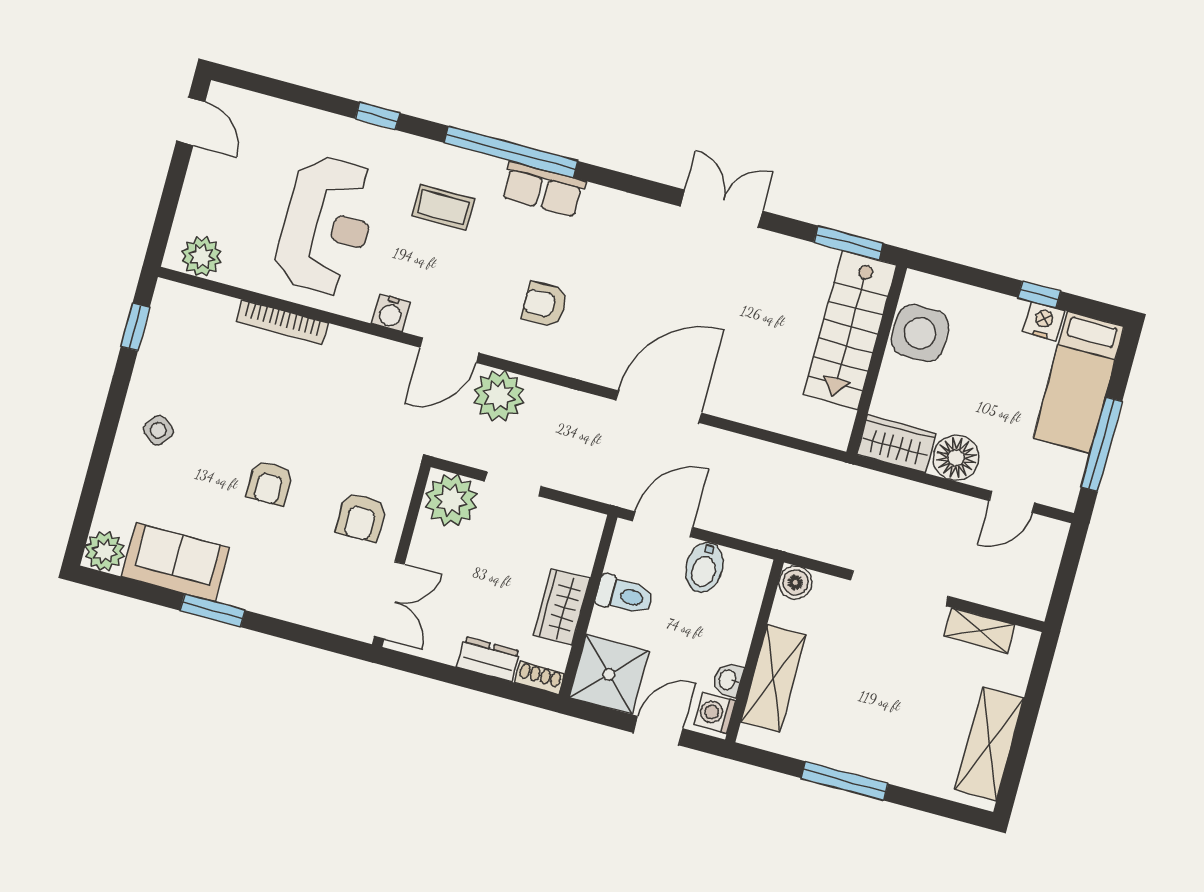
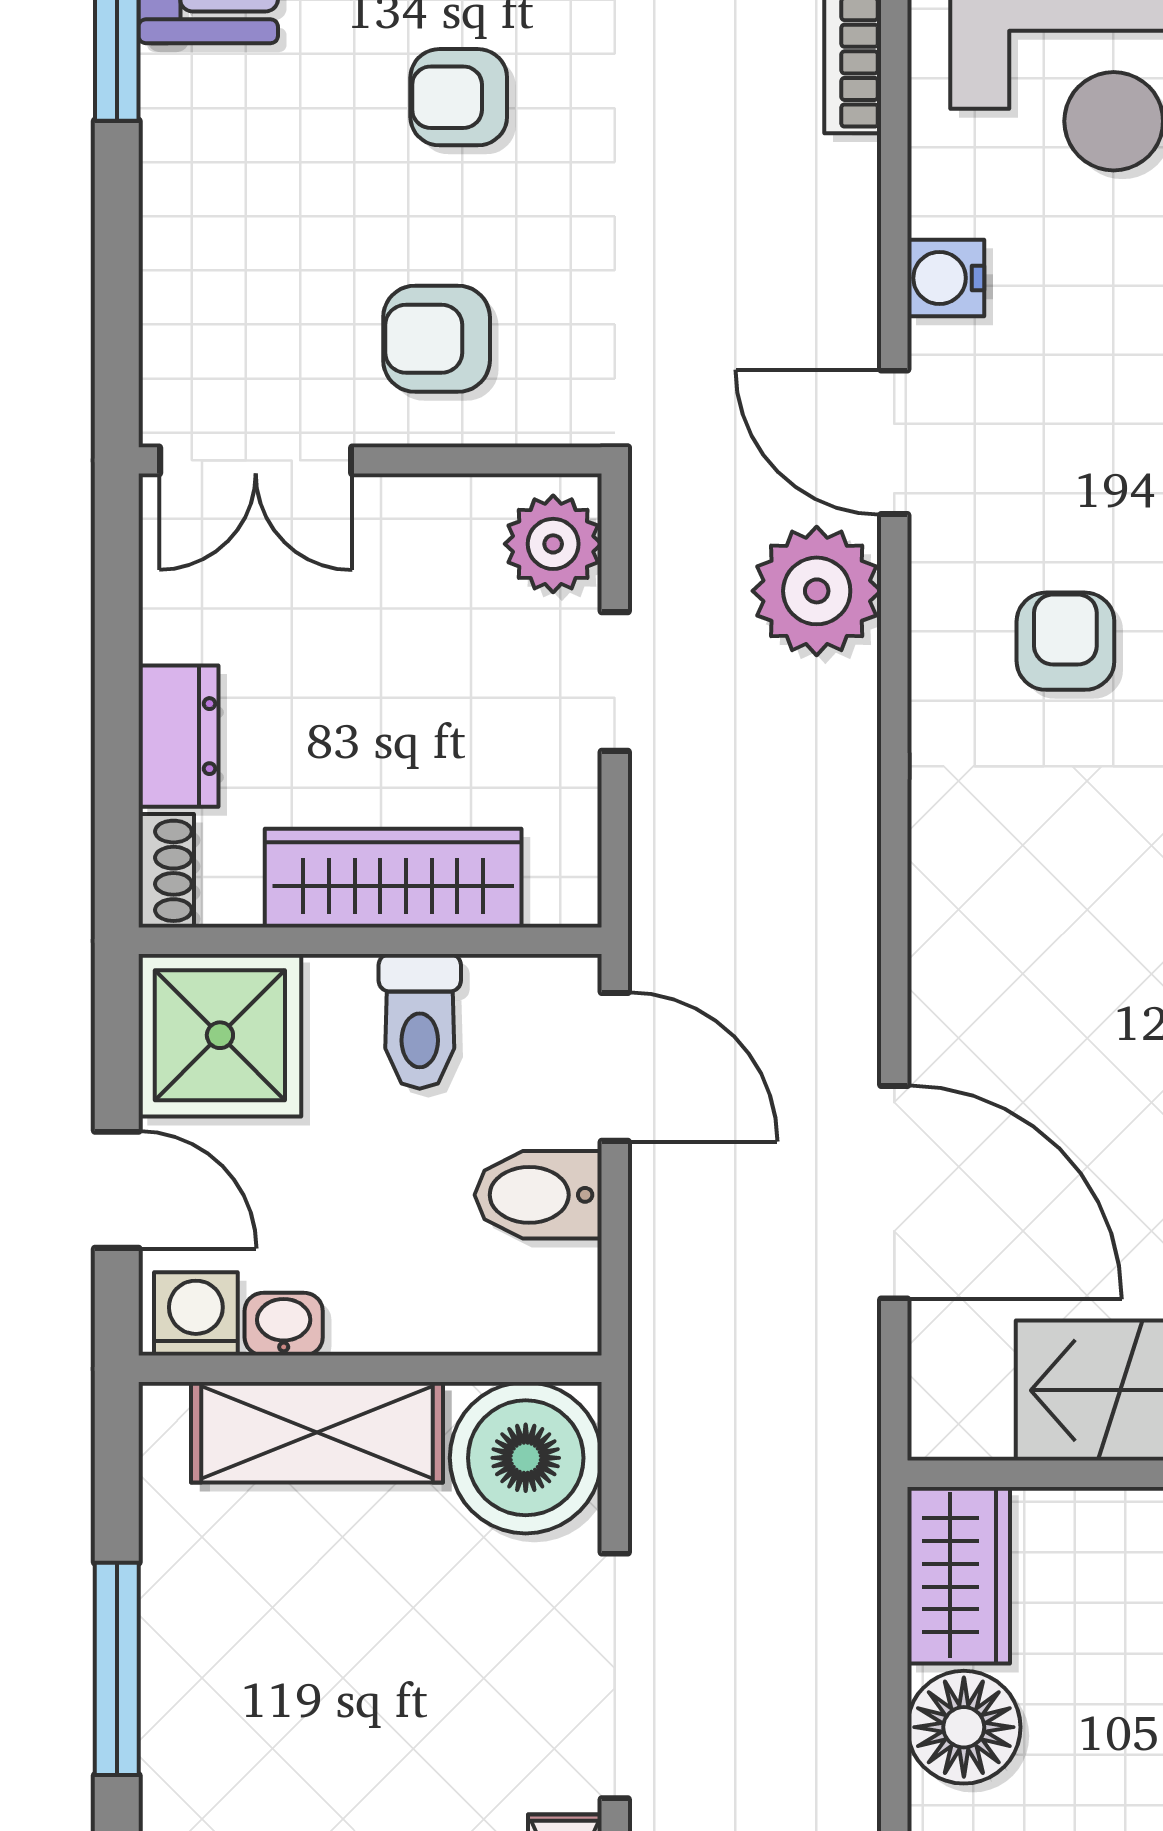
door: (659, 407) -> (894, 1192), moved
plant: (451, 500) -> (553, 544), width x0.73, depth x0.73
boiler: (795, 582) -> (526, 1458), width x1.86, depth x1.86
wardrobe: (562, 607) -> (393, 878), width x1.50

